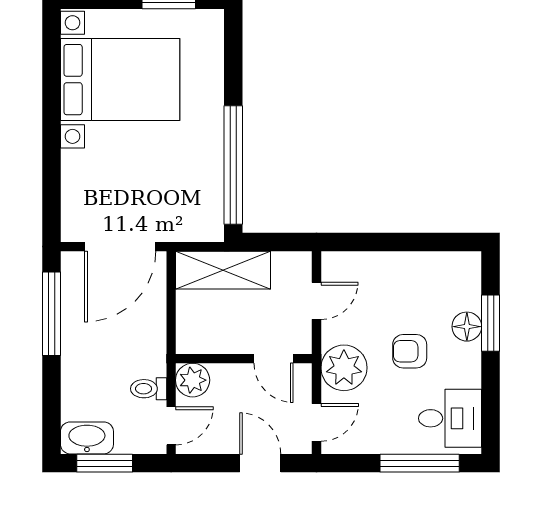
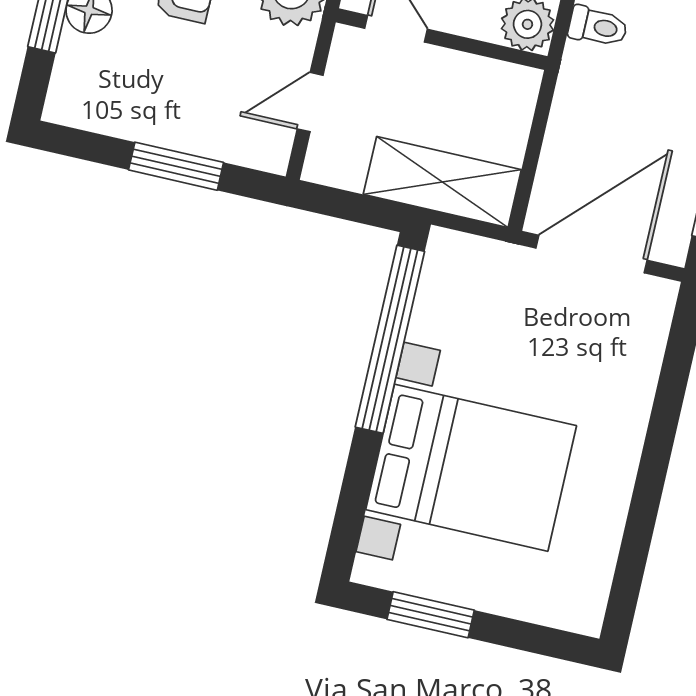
bed with nightstands: (120, 80) -> (471, 468), moved, turned 180
window: (391, 242) -> (176, 166), added

